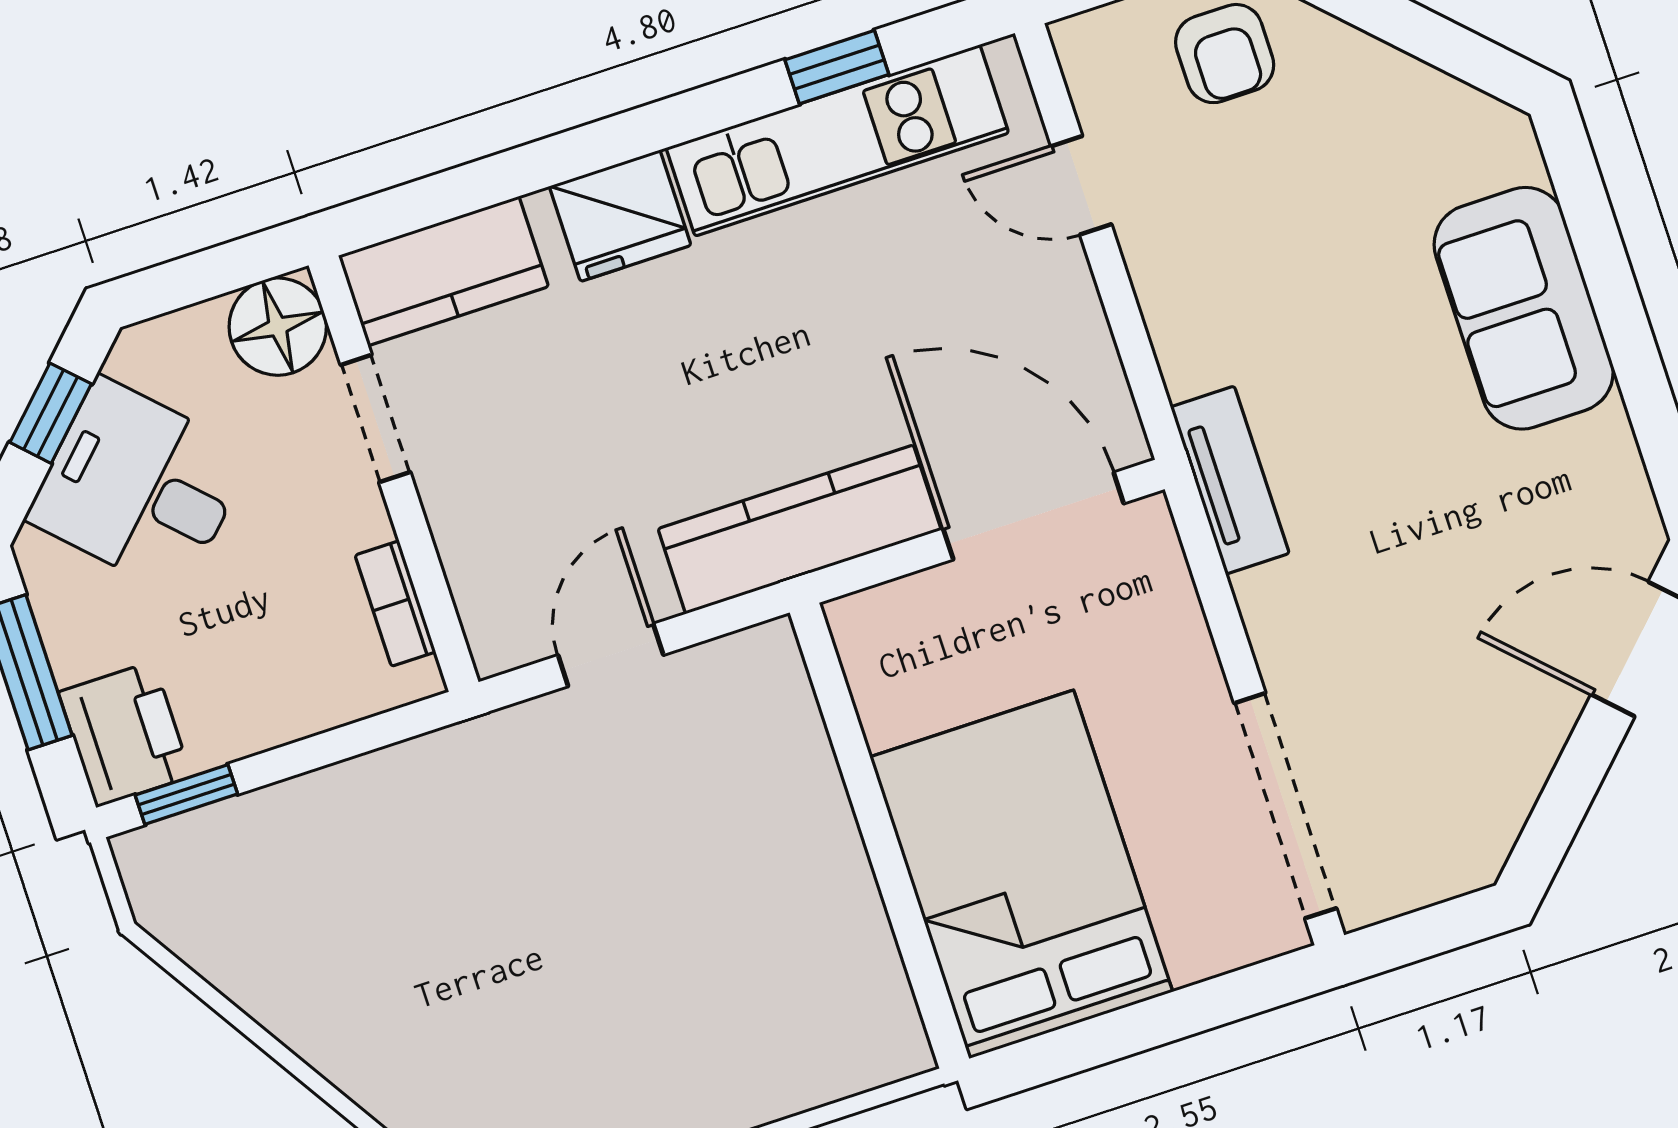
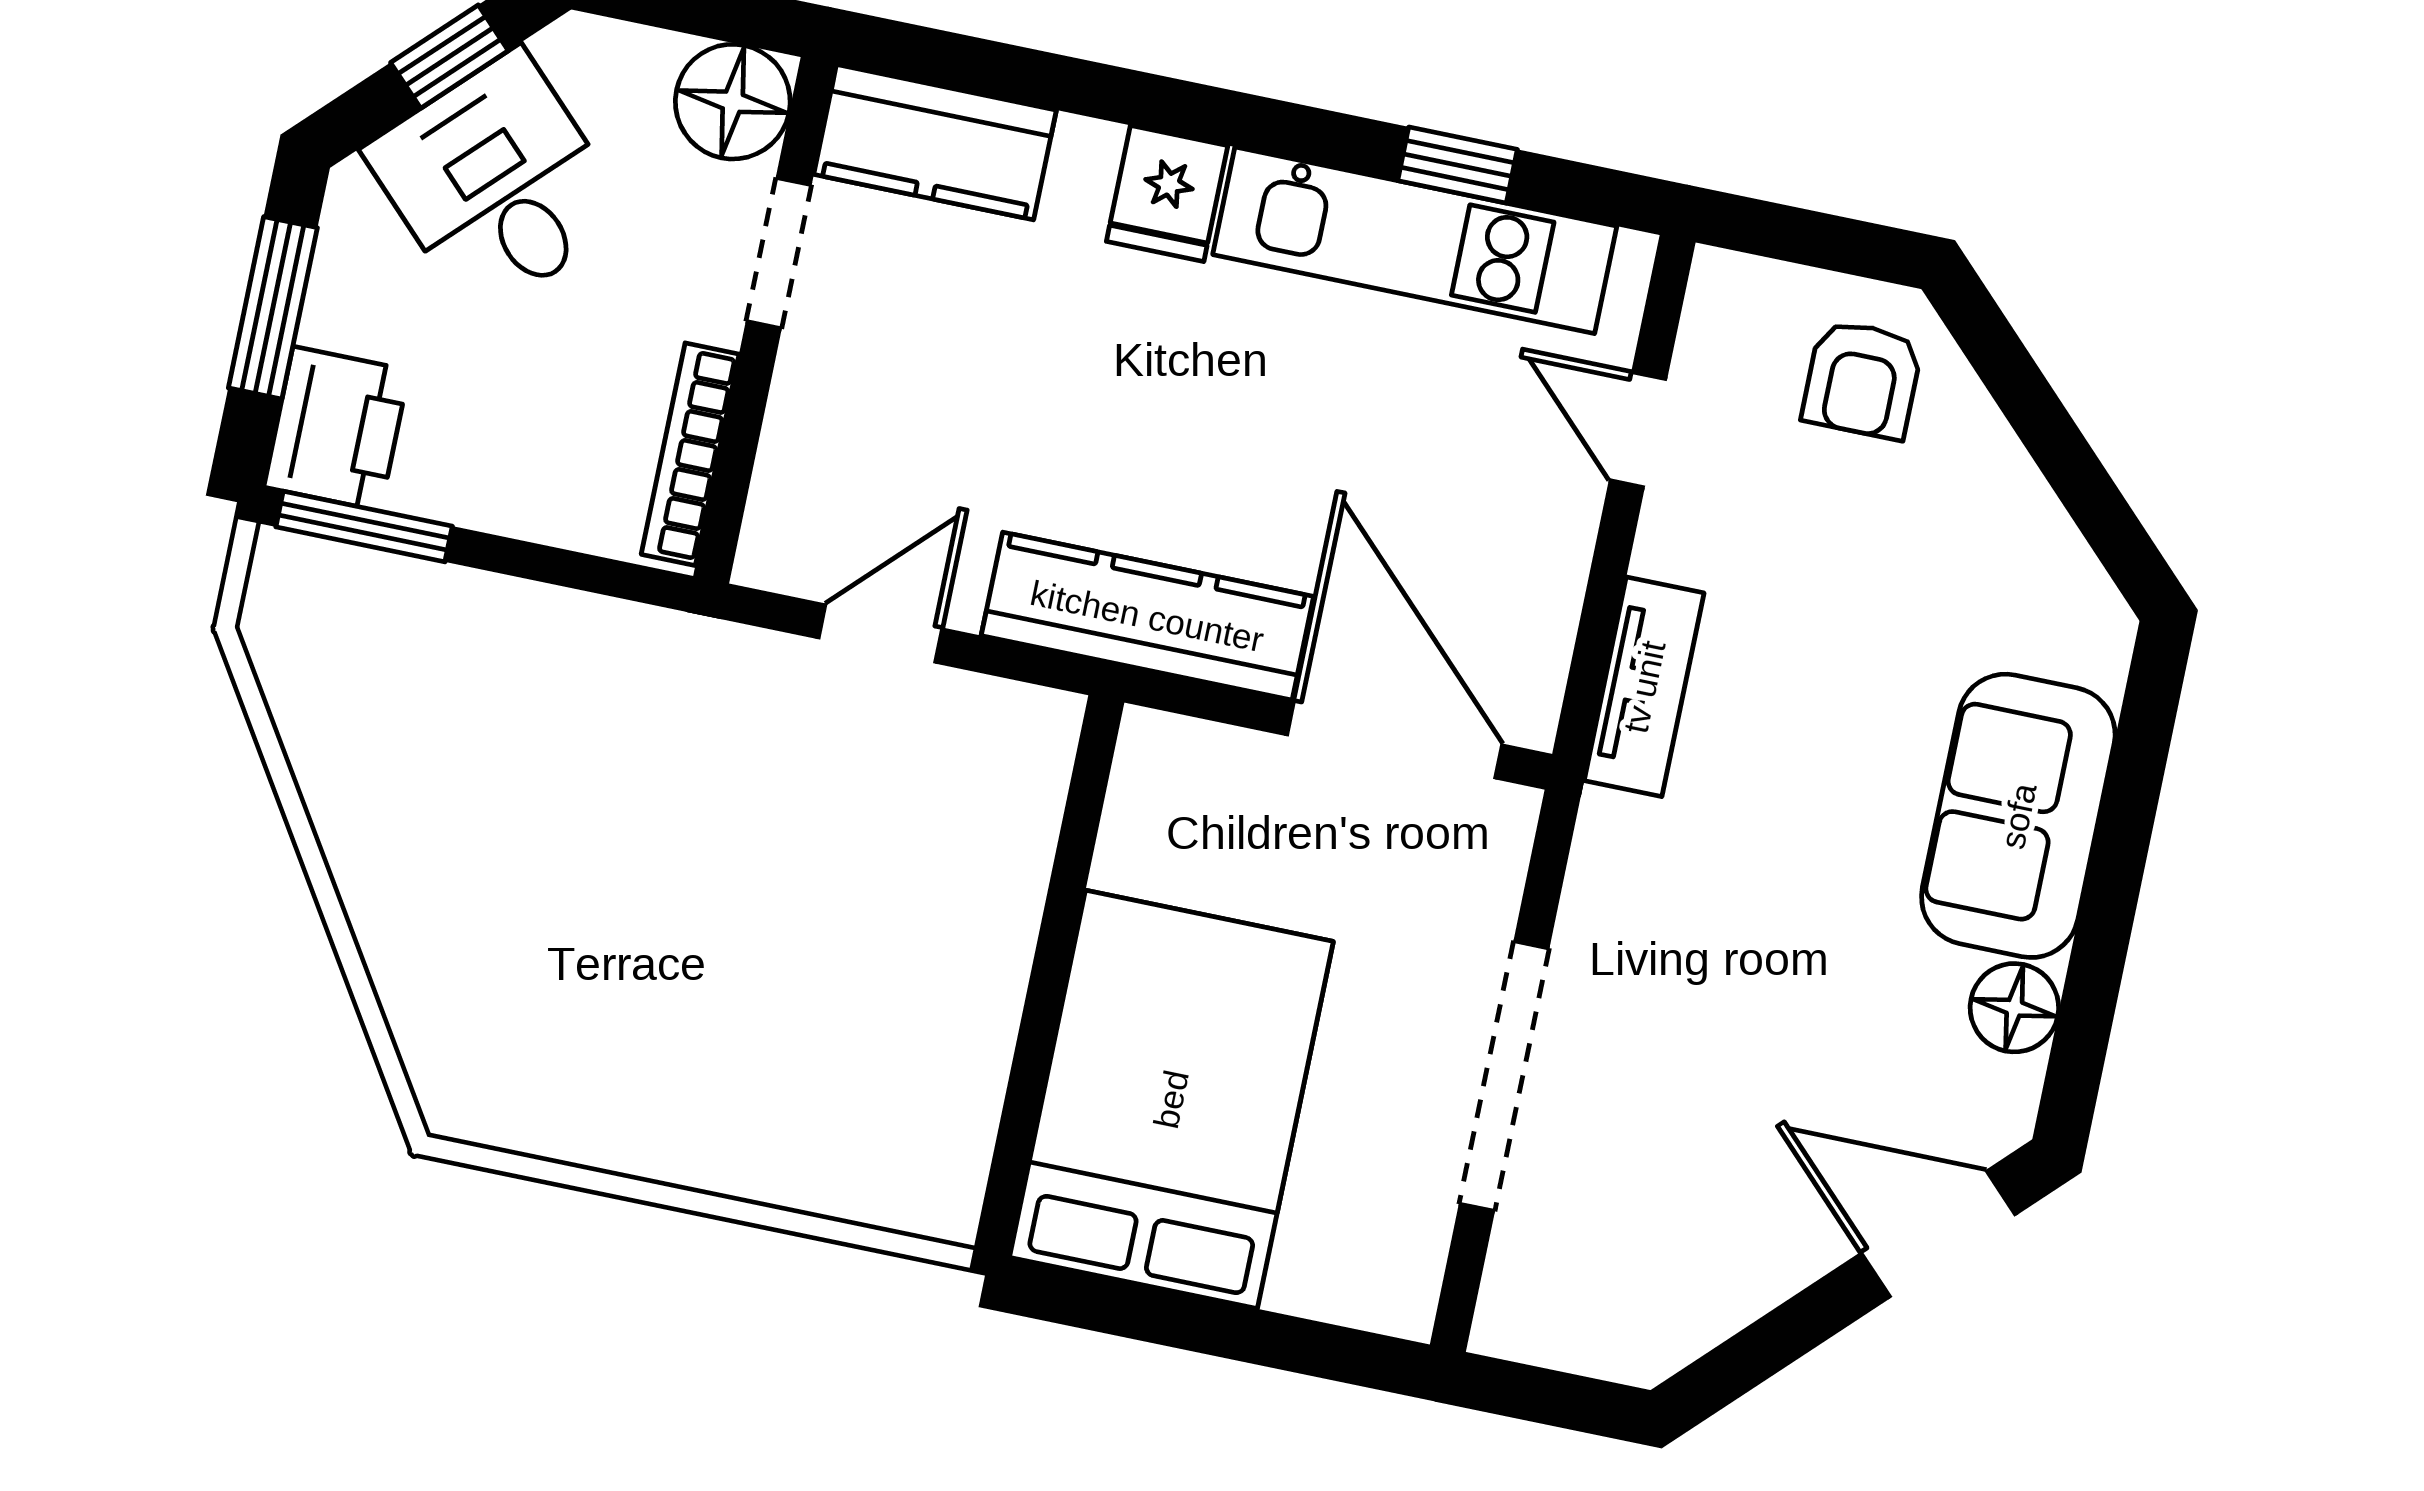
fridge: (620, 216) -> (1167, 193), width x0.72
floor lamp: (1602, 451) -> (2014, 1008), added
tv unit: (1230, 480) -> (1644, 687), moved
bookcase: (395, 604) -> (690, 454), width x1.56
window: (186, 794) -> (364, 527), width x1.50
doorway: (1285, 806) -> (1504, 1076), moved

